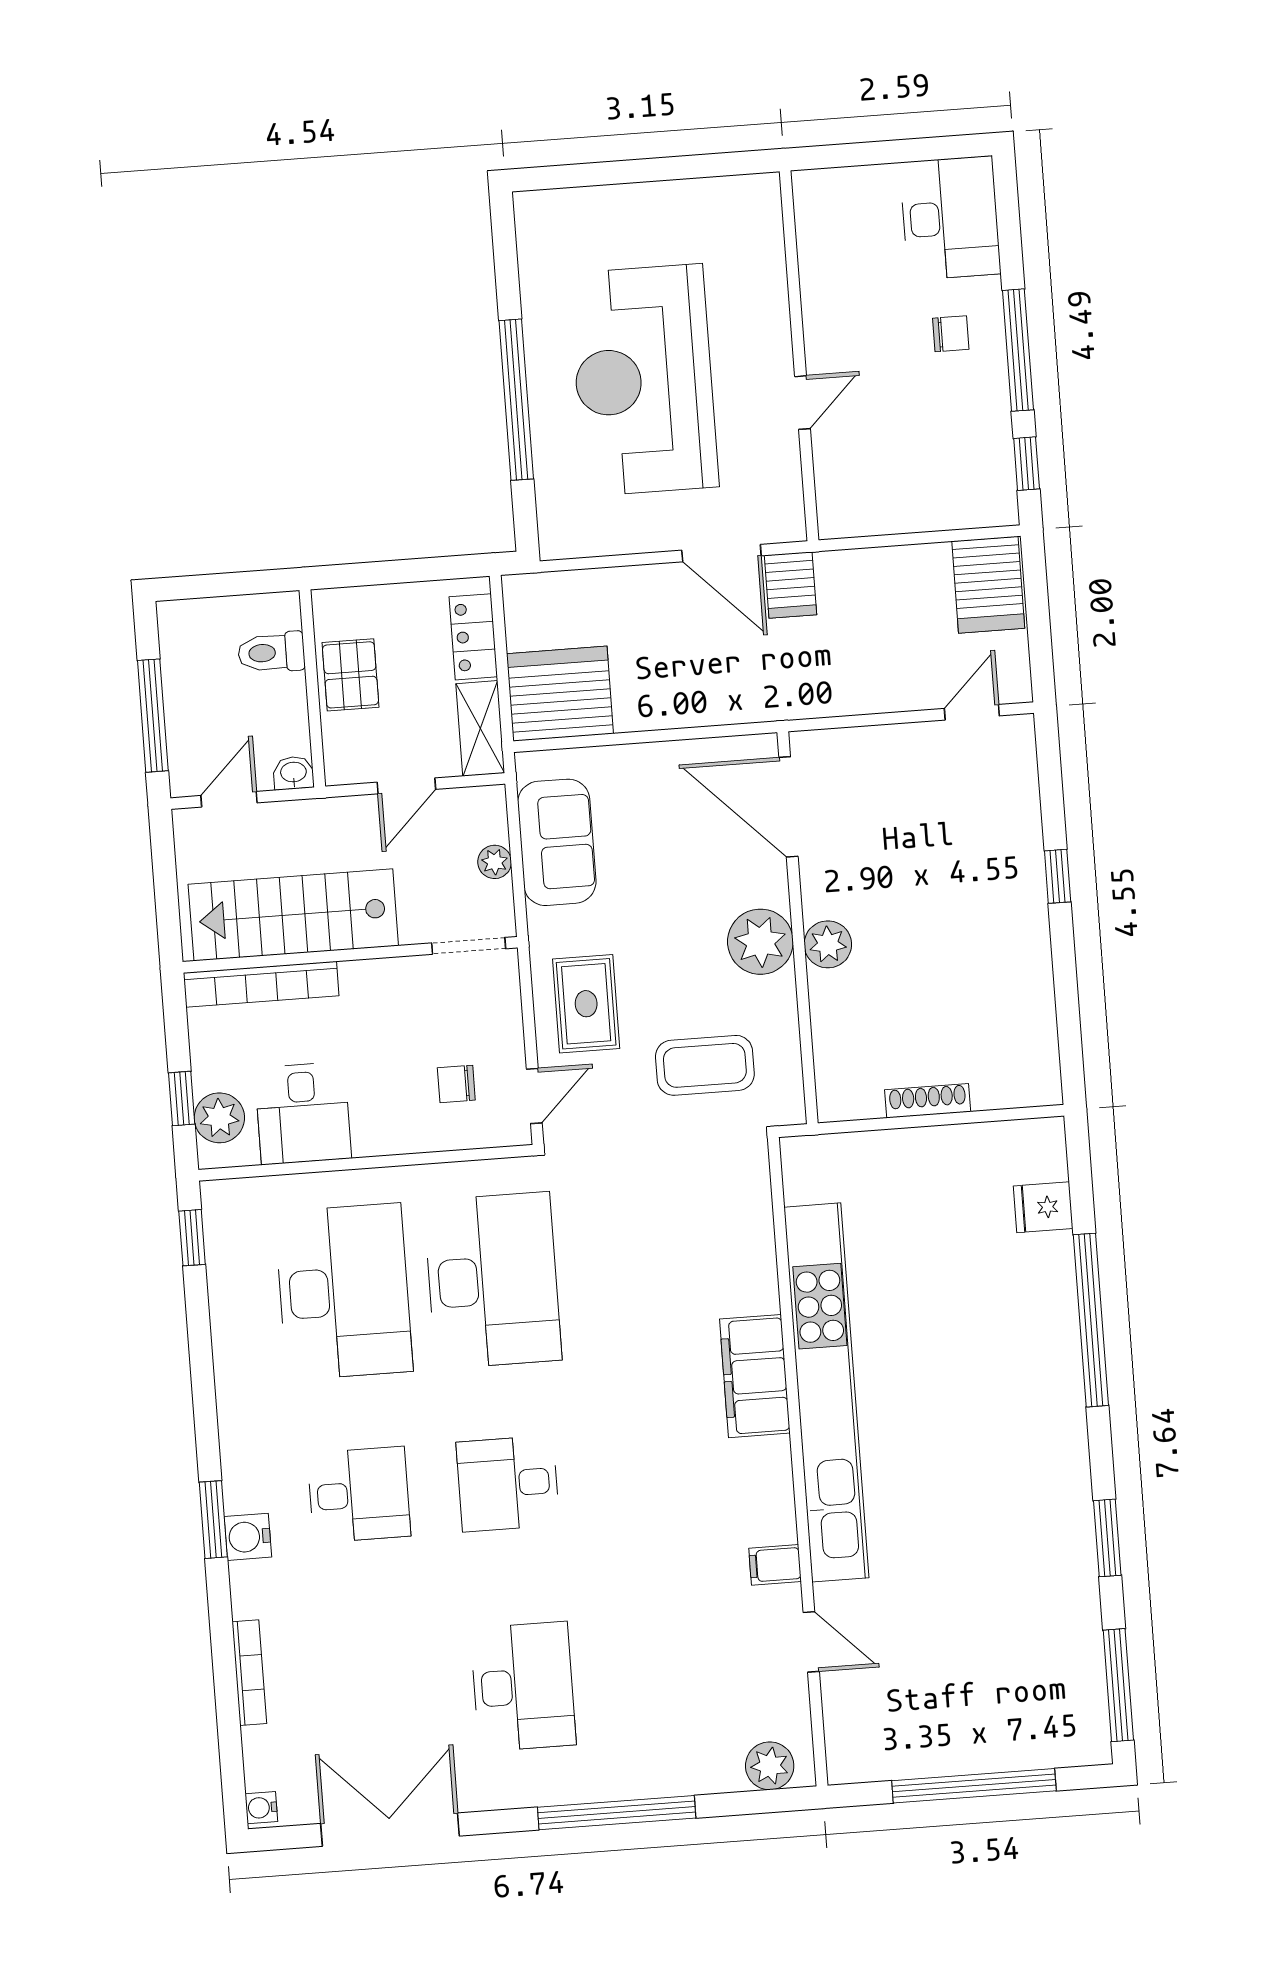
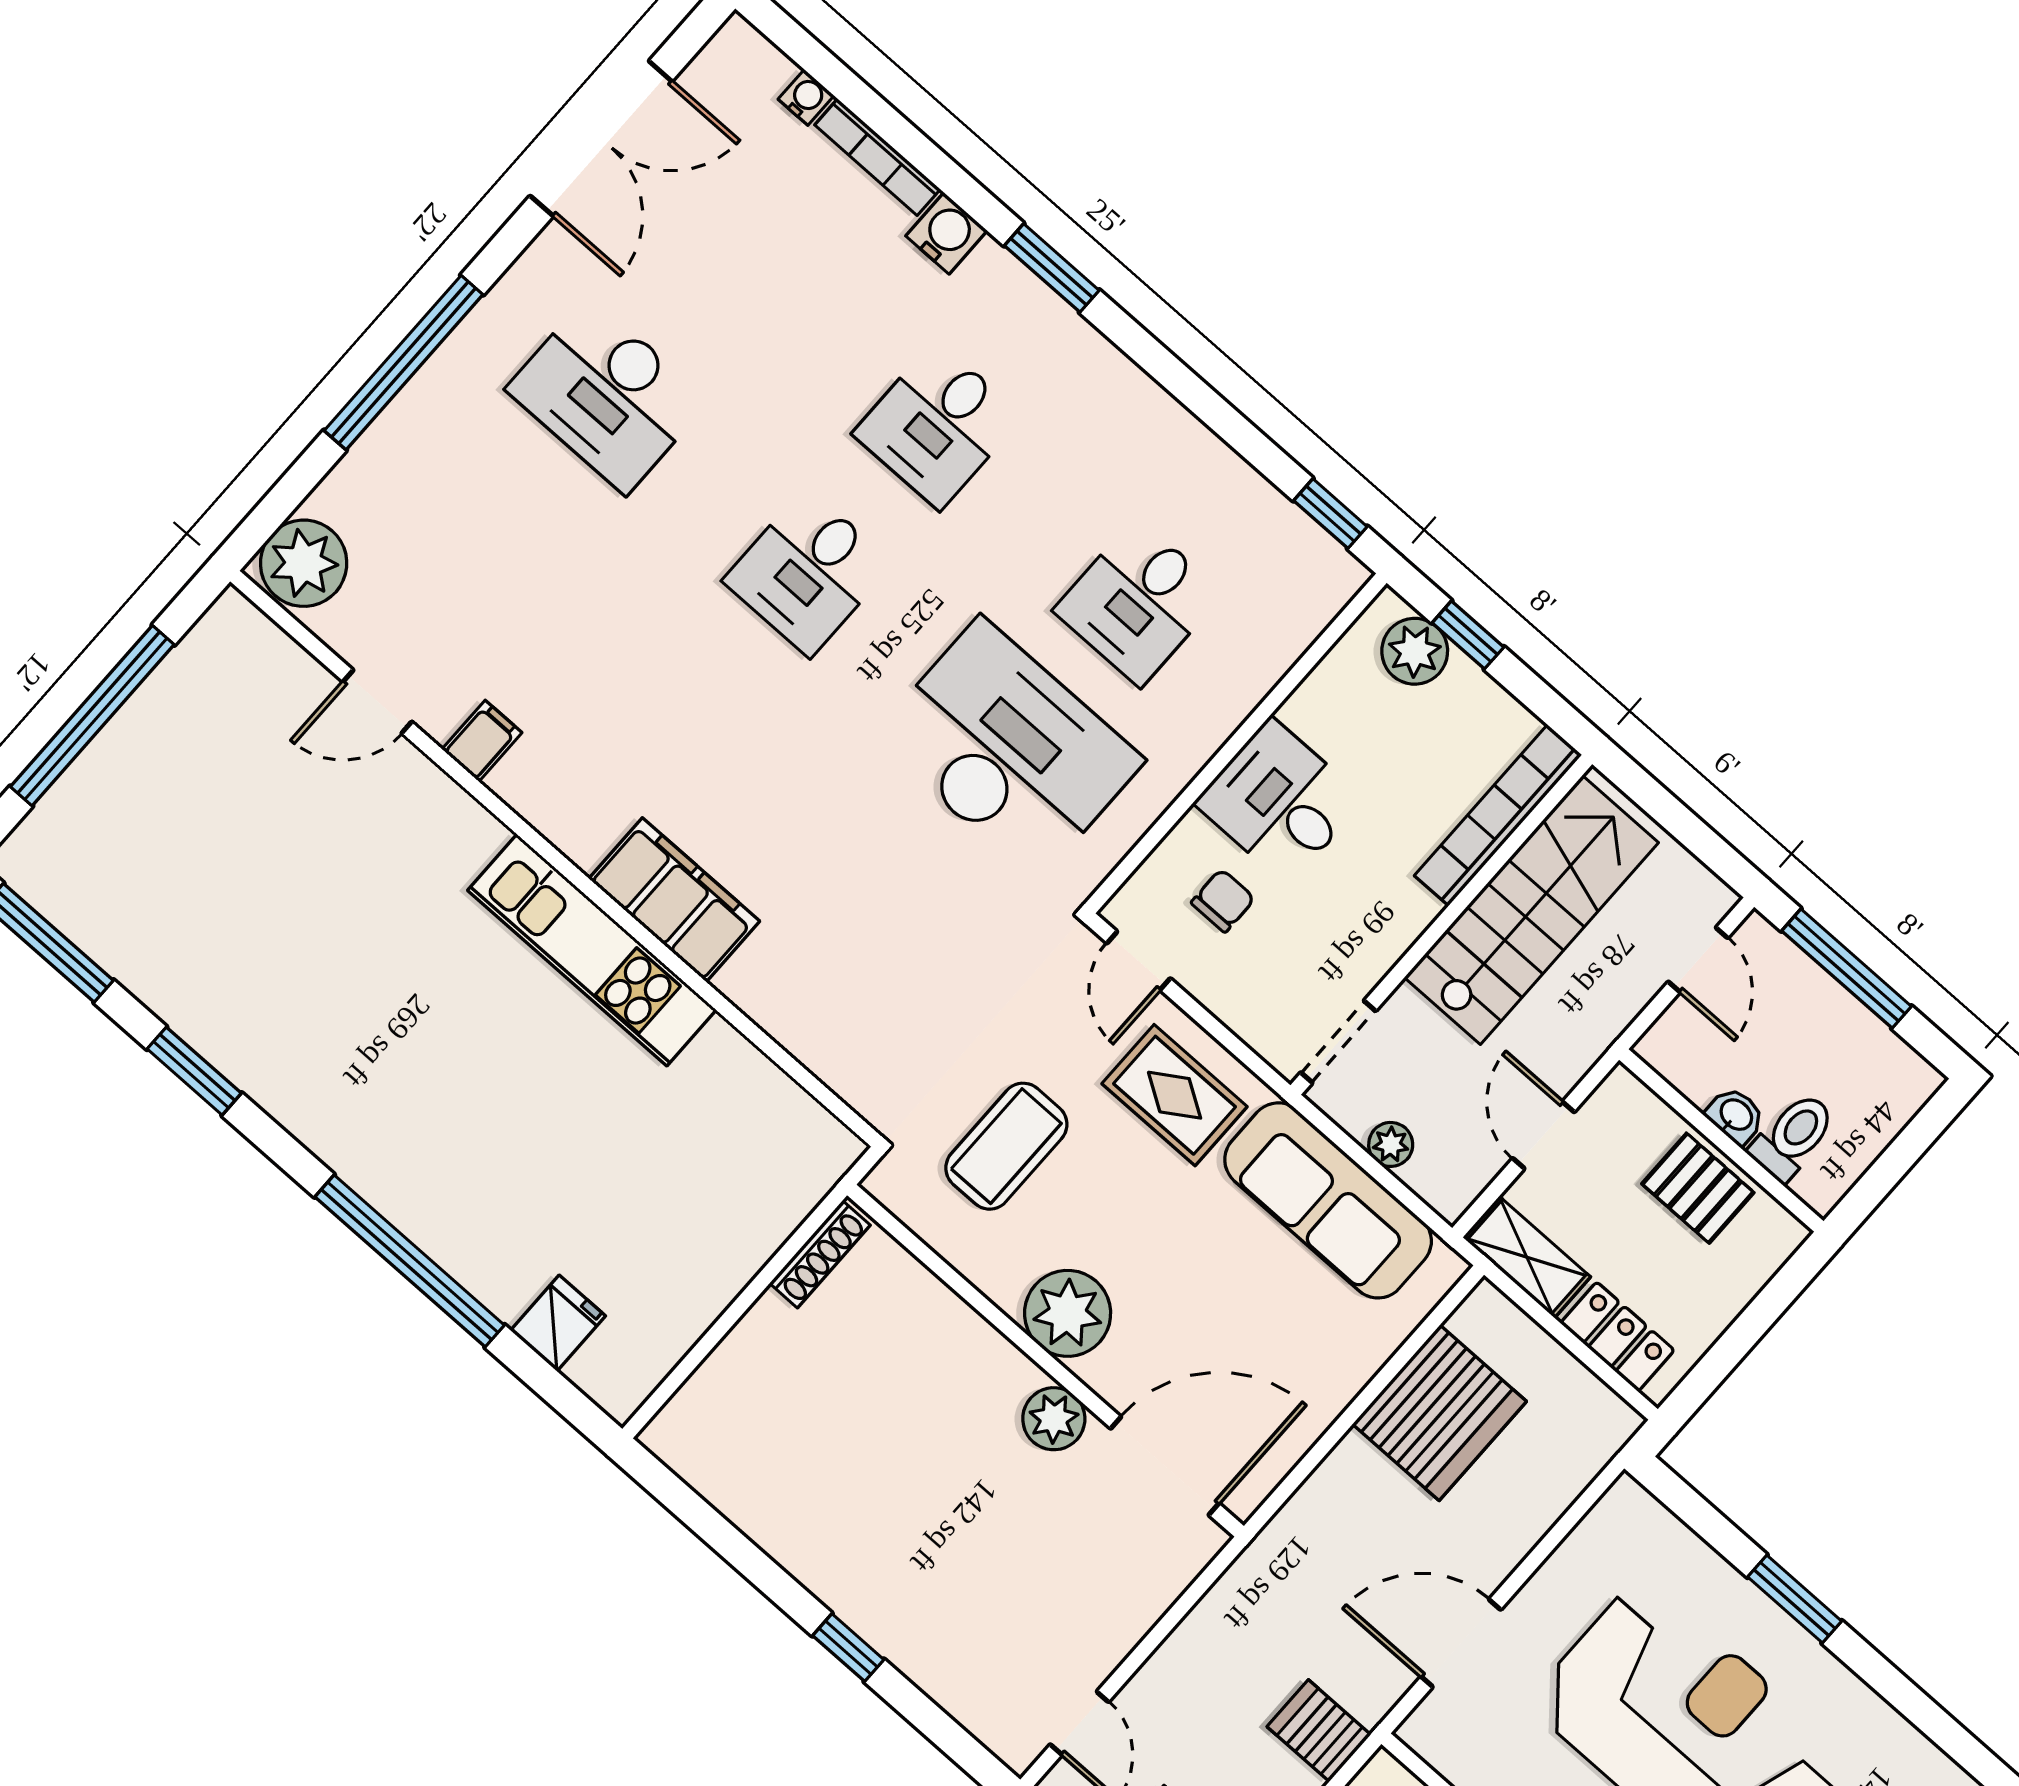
window: (516, 400) -> (1795, 1599), width x0.47
server rack: (790, 585) -> (1319, 1731), moved
server rack: (560, 694) -> (1439, 1413), moved
washbasin: (293, 773) -> (1735, 1115), moved, turned -90
sofa: (557, 842) -> (1328, 1200), width x1.36
plant: (828, 944) -> (1054, 1419), moved
shoe rack: (928, 1101) -> (820, 1254), moved
desk: (303, 1113) -> (1279, 801), moved
desk: (493, 1280) -> (1009, 749), turned 180
desk: (344, 1292) -> (1138, 602), width x0.53, depth x0.77
kitchen unit: (826, 1392) -> (592, 950), width x0.54
desk: (508, 1484) -> (808, 572), turned 180
water cooler: (248, 1537) -> (946, 233), moved
plant: (770, 1766) -> (304, 563), width x1.36, depth x1.36
water cooler: (261, 1808) -> (806, 97), moved

